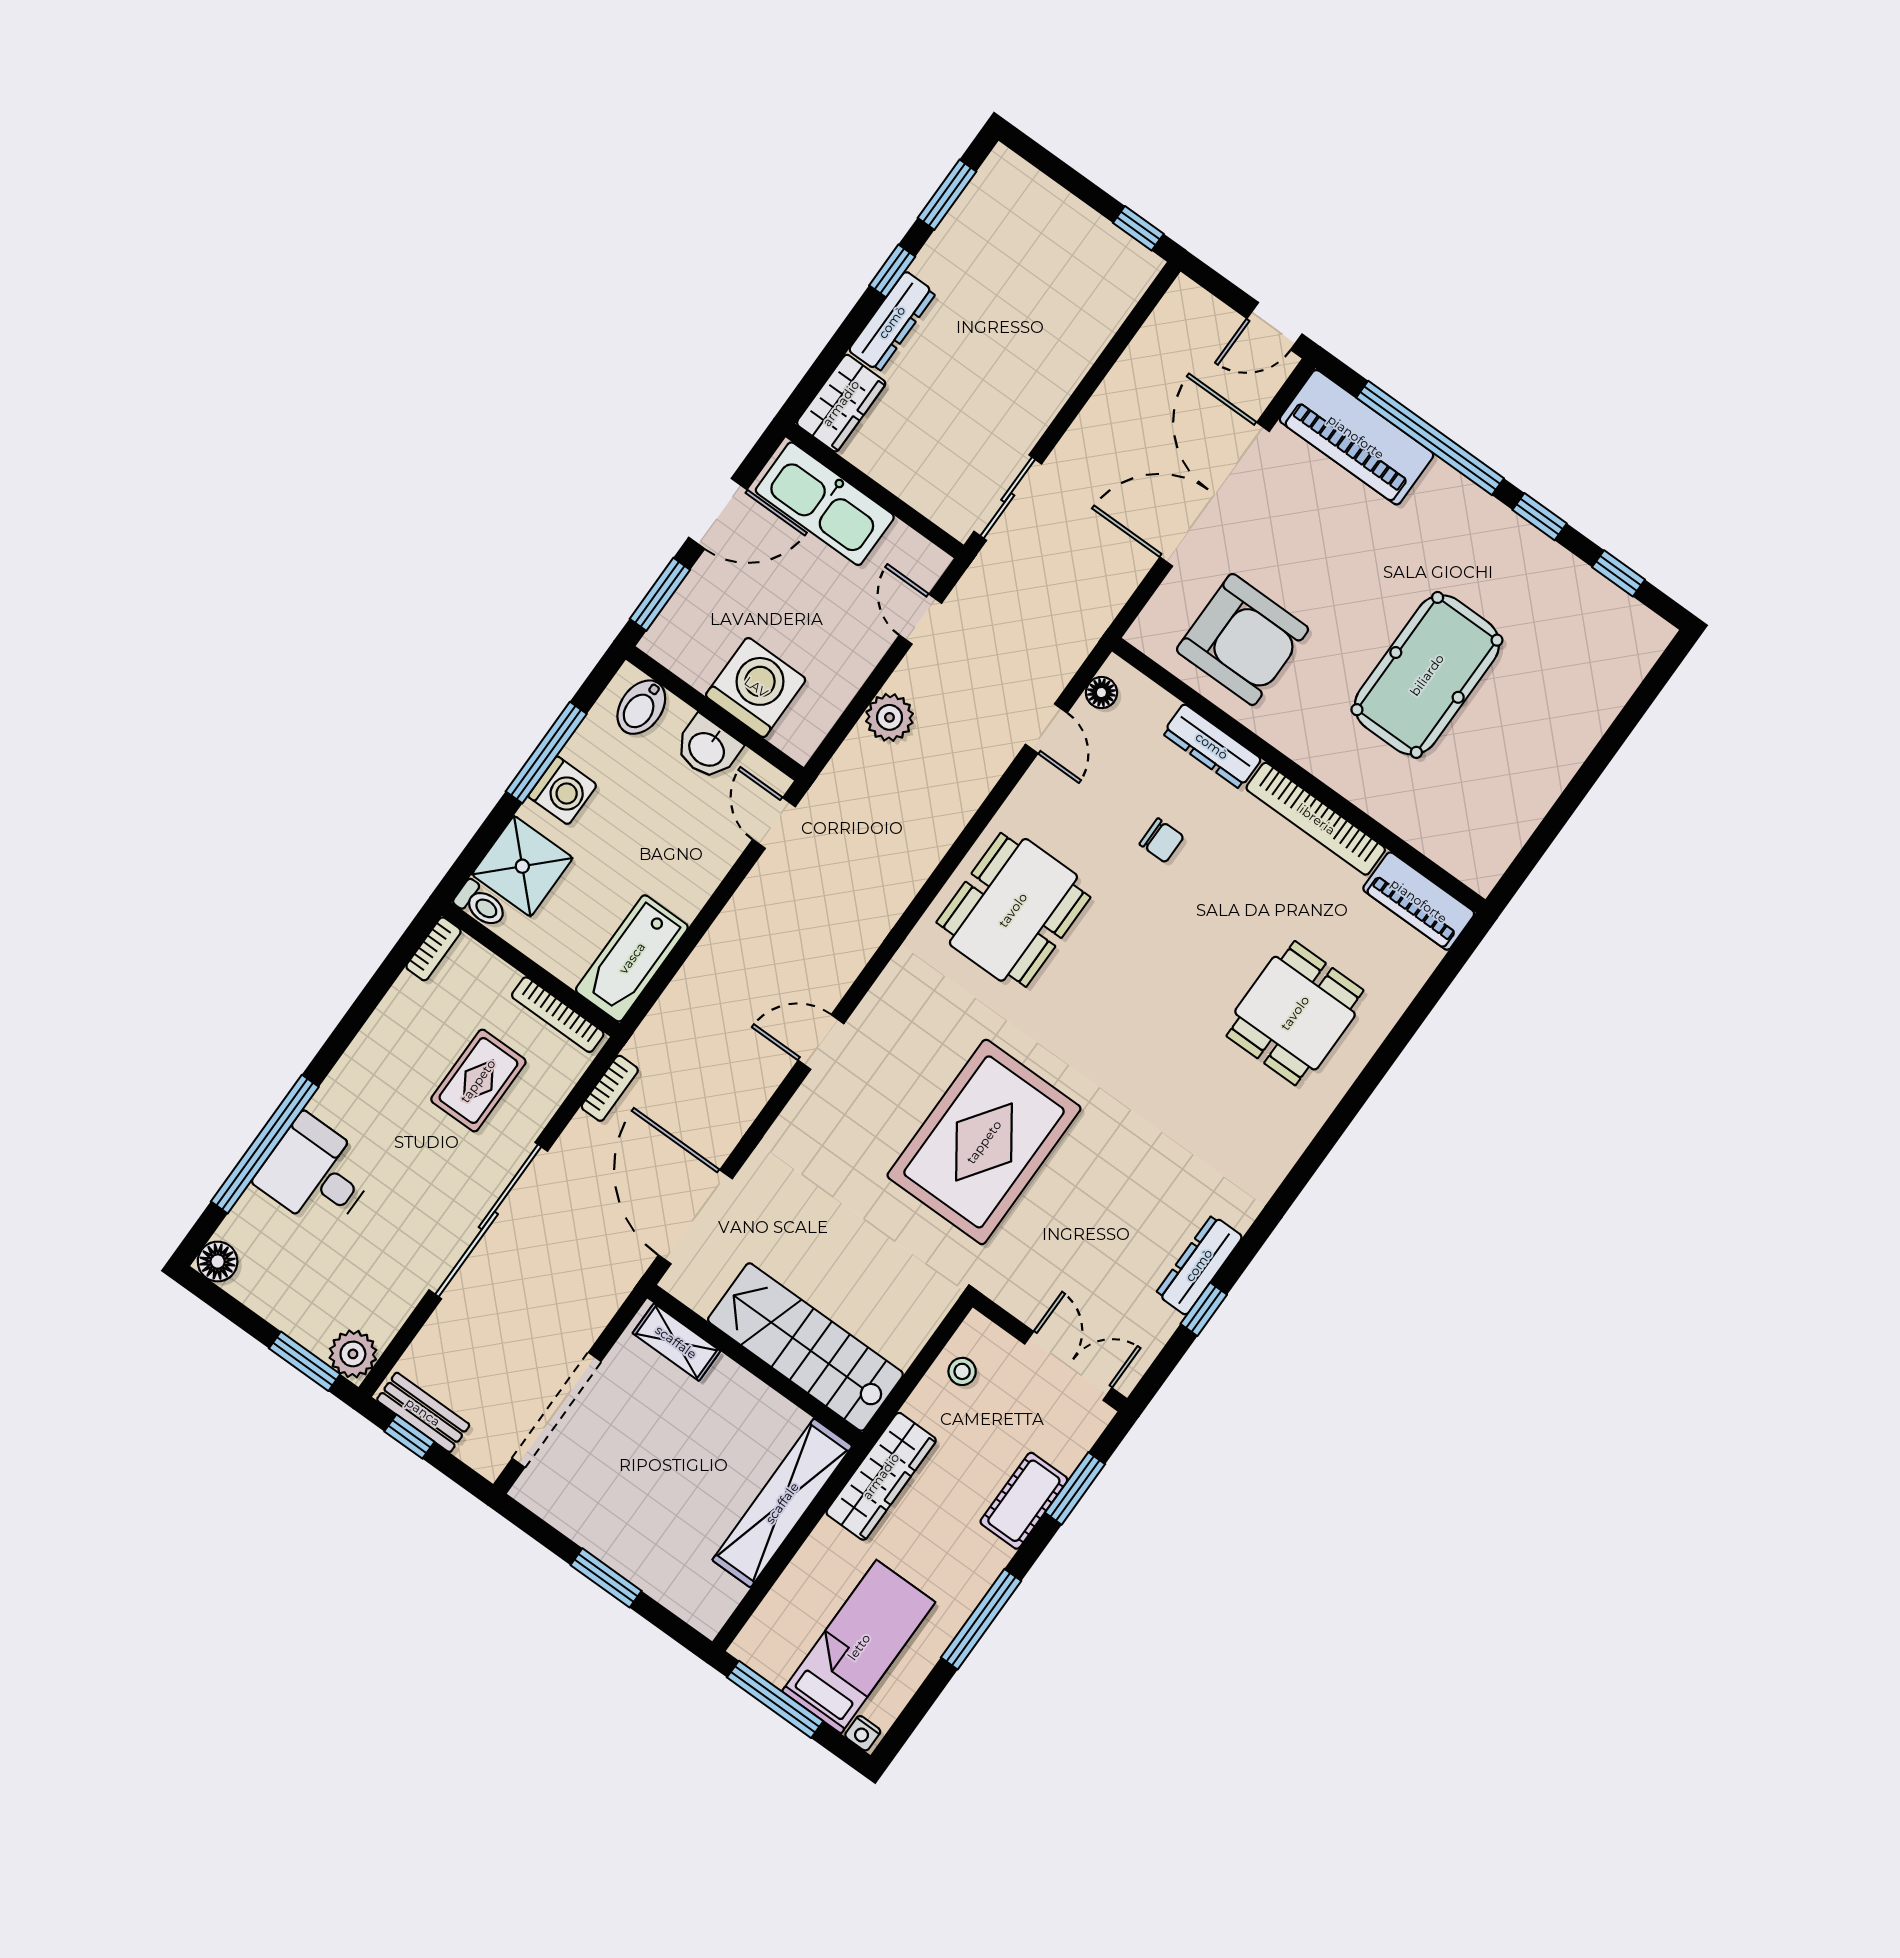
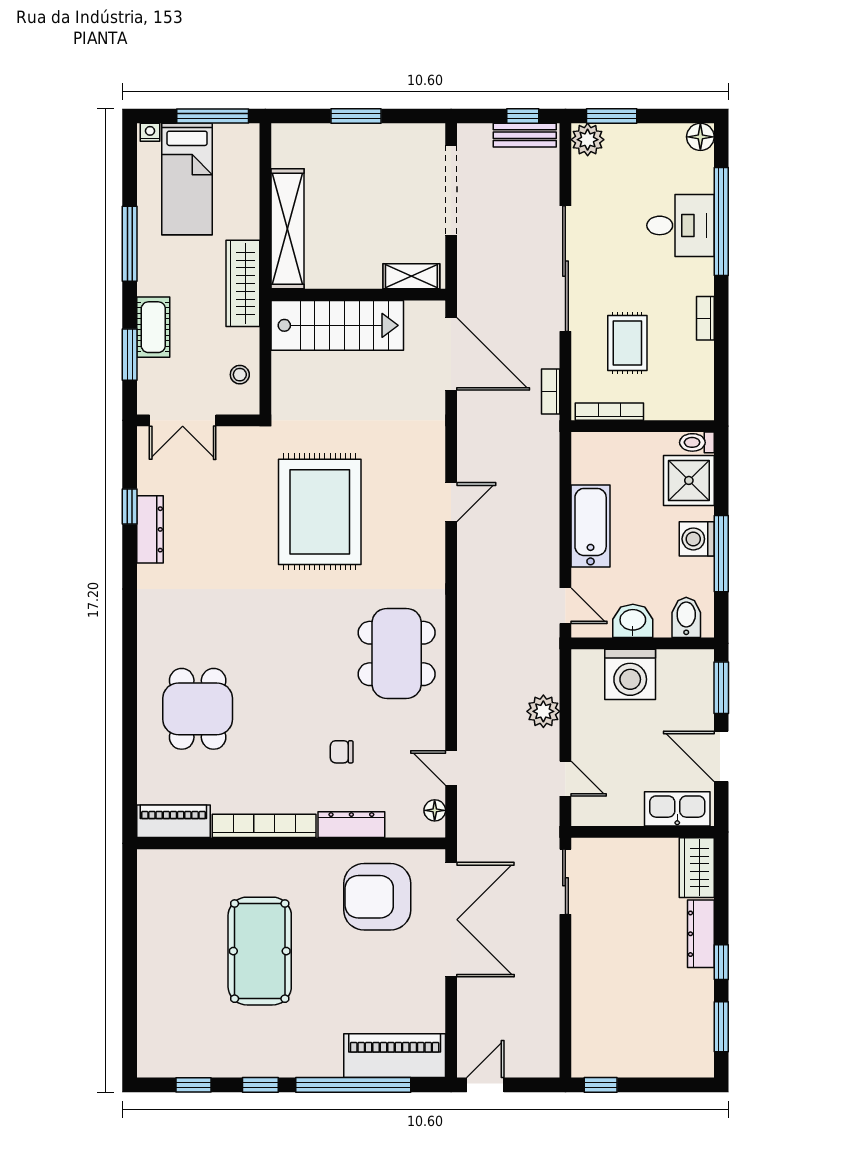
double door: (1215, 494) -> (451, 920), moved
kitchen sink: (825, 504) -> (677, 809), width x0.73, depth x0.81
door: (718, 514) -> (721, 756), hinge flipped
bookcase: (433, 949) -> (705, 318), moved
bathtub: (632, 958) -> (591, 526), moved

